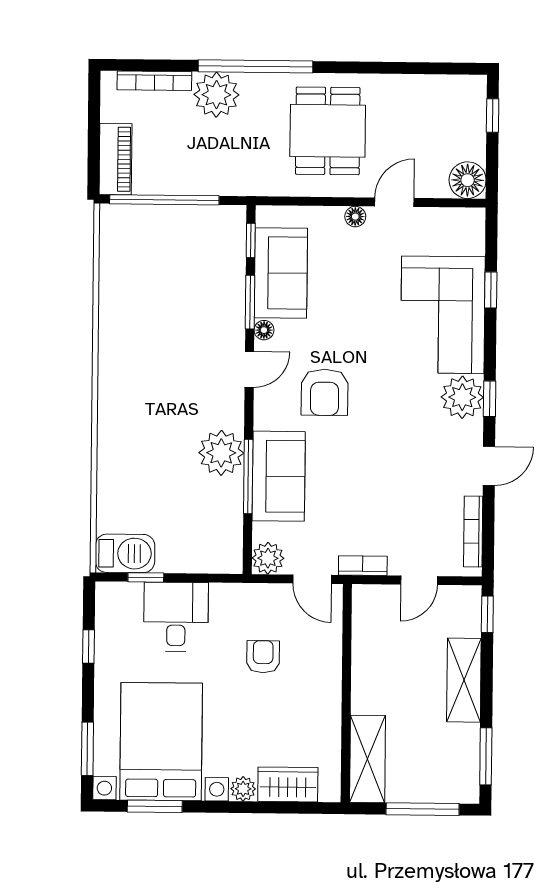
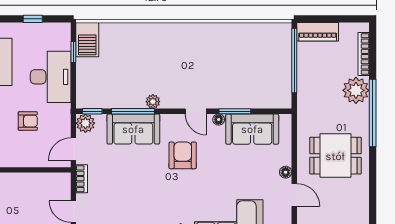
window: (251, 240) -> (92, 111), moved
armchair: (325, 392) -> (183, 155), turned 90
plant: (221, 453) -> (153, 102), width x0.53, depth x0.53
desk: (176, 617) -> (51, 77), width x1.37

